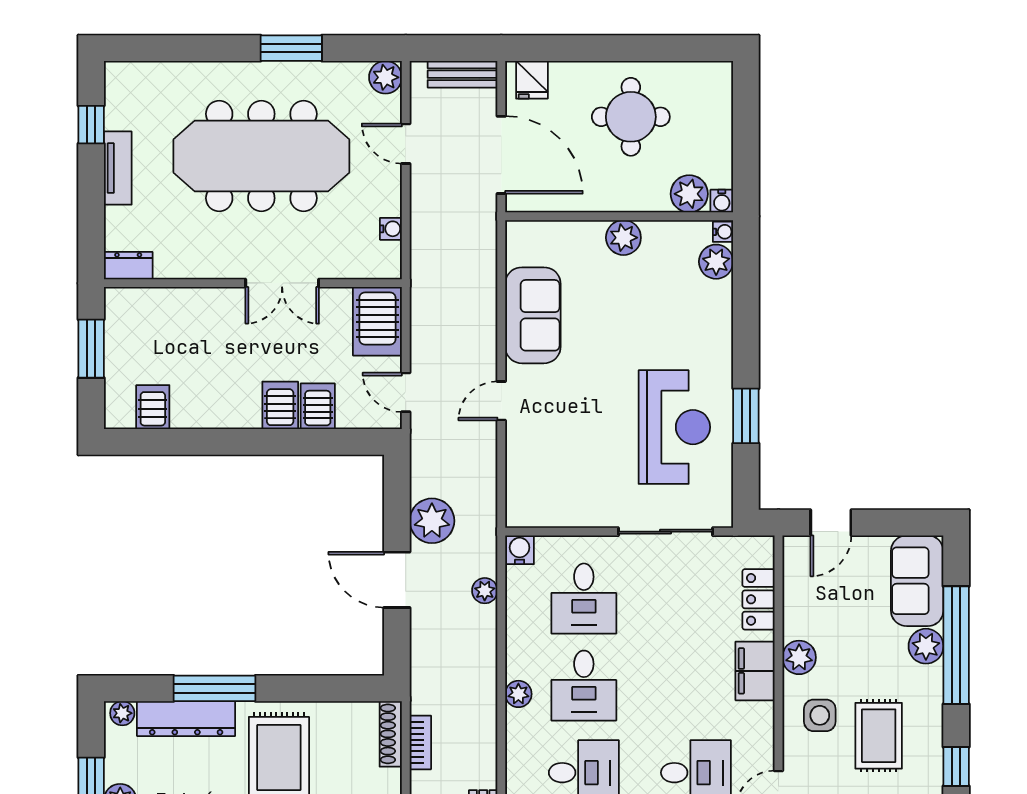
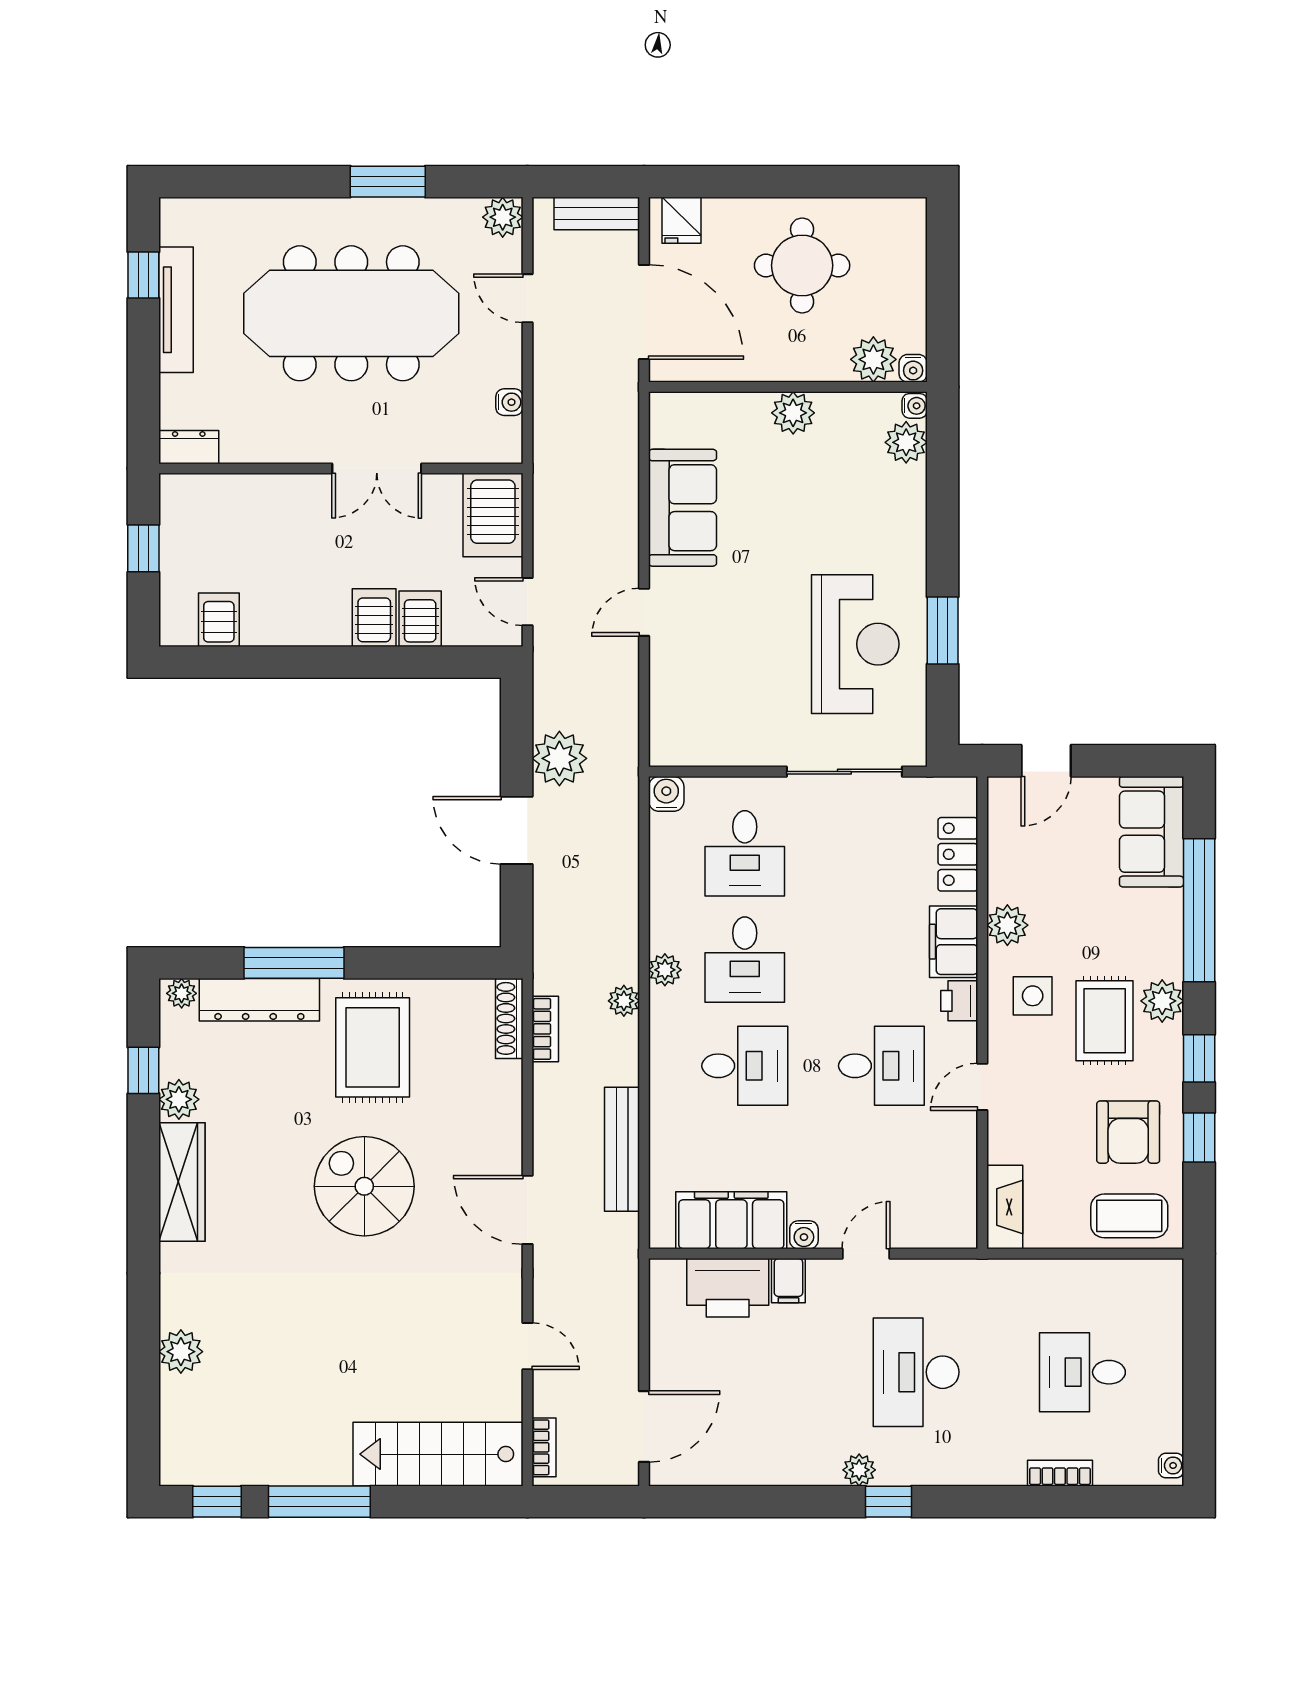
tv unit: (118, 168) -> (176, 310), width x1.41
window: (91, 349) -> (143, 548), width x0.67
plant: (485, 591) -> (624, 1001), moved
plant: (926, 646) -> (1162, 1001), moved
printer: (760, 719) -> (959, 1001), added

